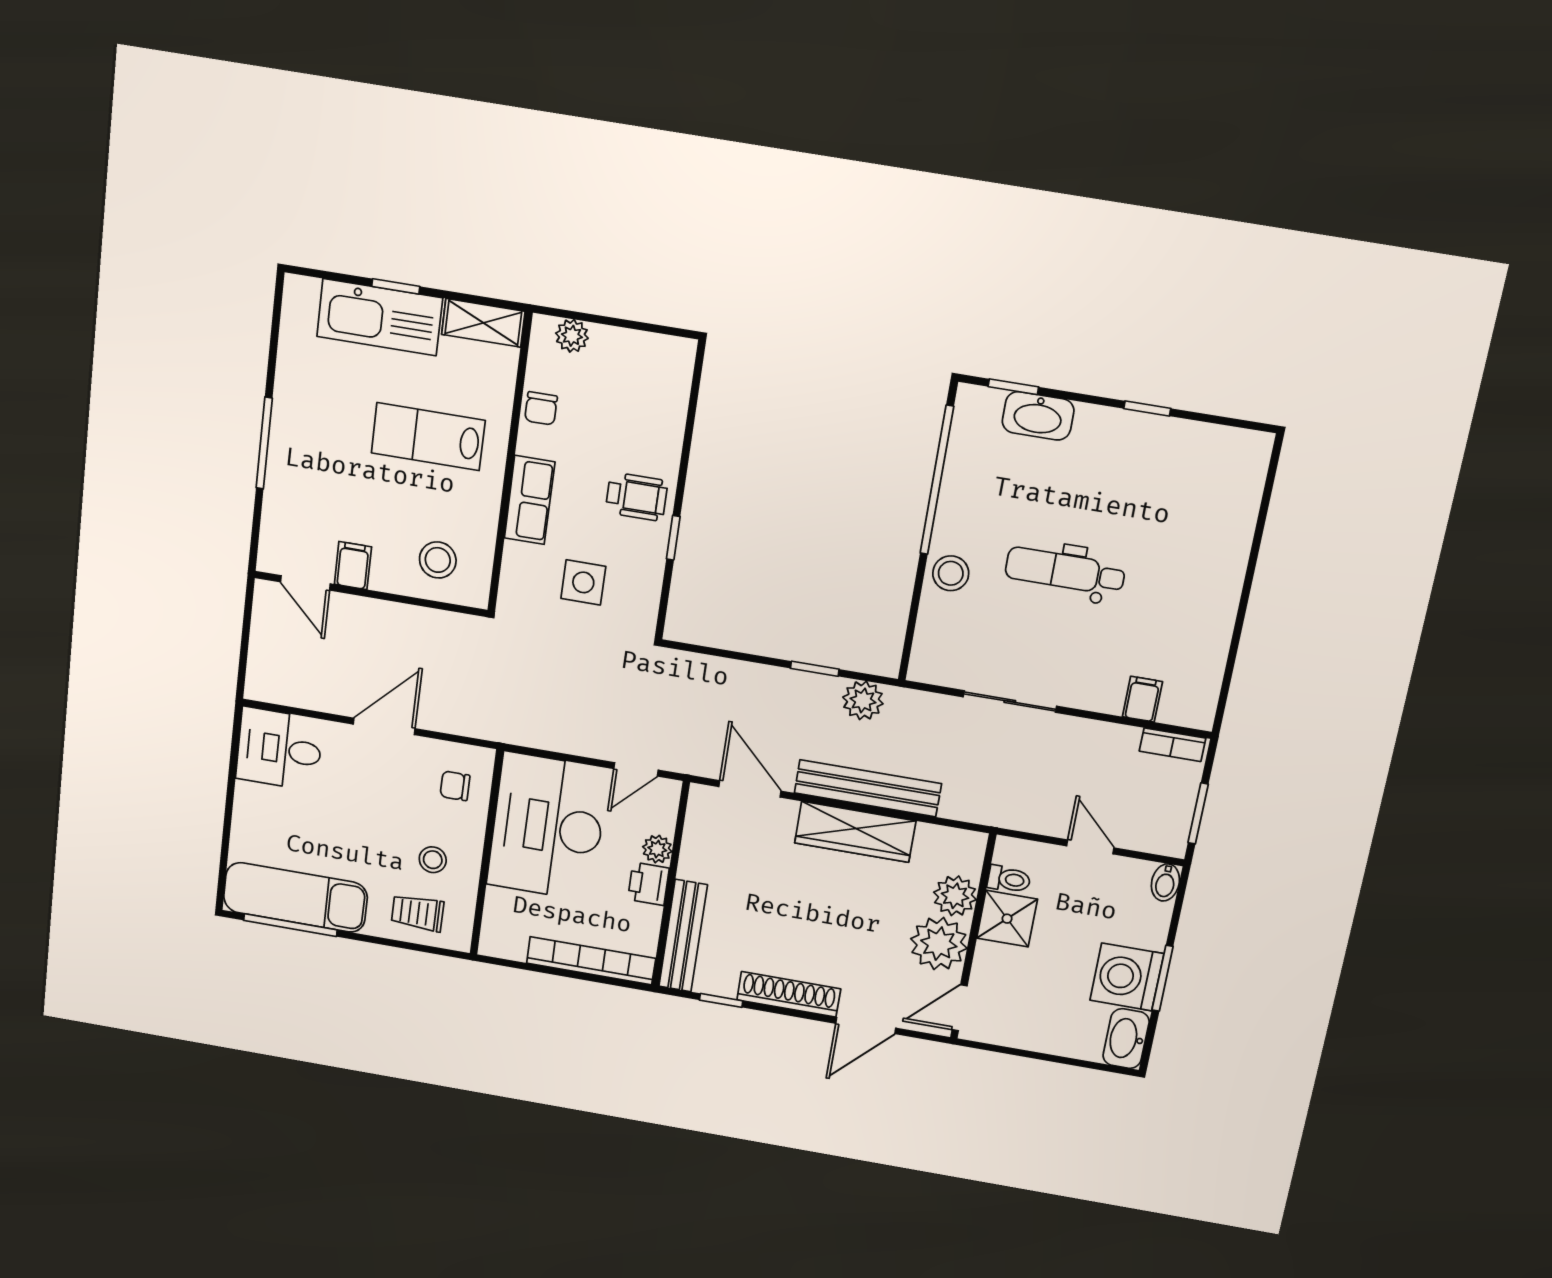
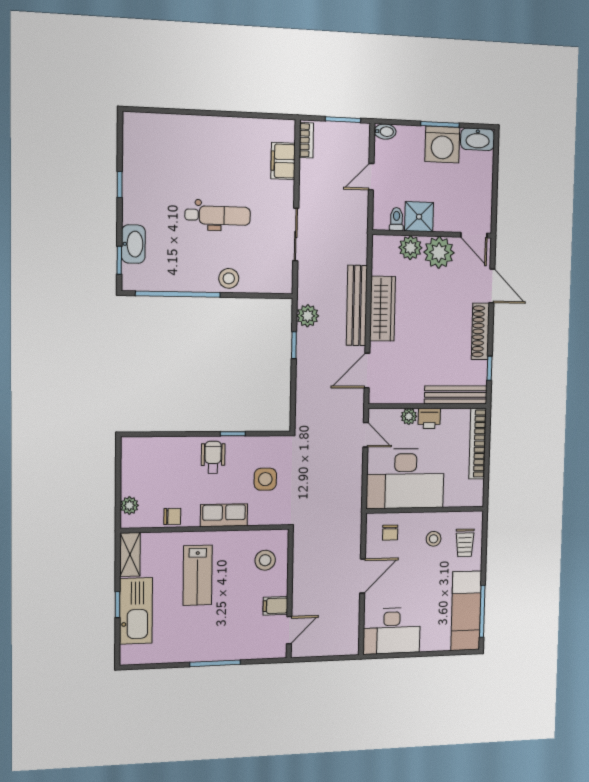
dental chair: (1065, 571) -> (218, 215), turned -90
filing cabinet: (1142, 699) -> (283, 161), width x2.00
door: (384, 726) -> (363, 576), swing flipped
desk: (279, 749) -> (392, 631), width x1.37

